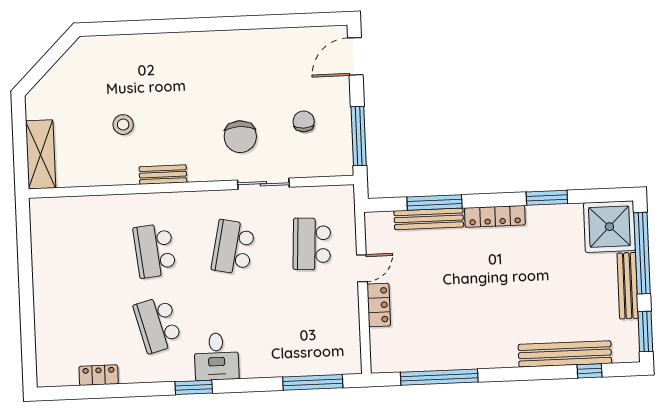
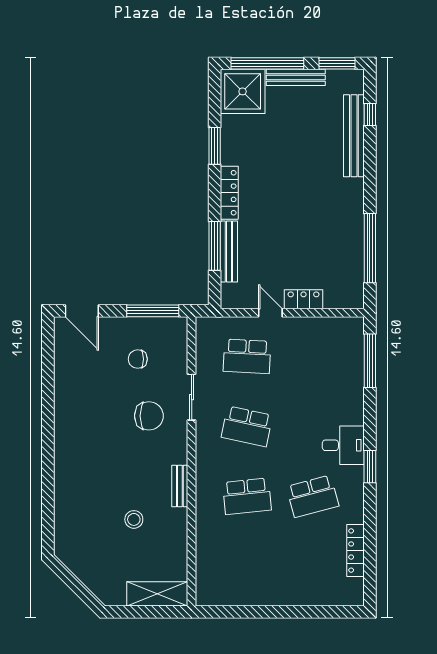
locker: (99, 375) -> (355, 551), width x1.53

